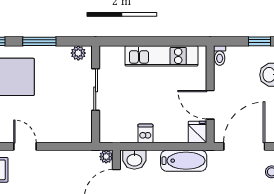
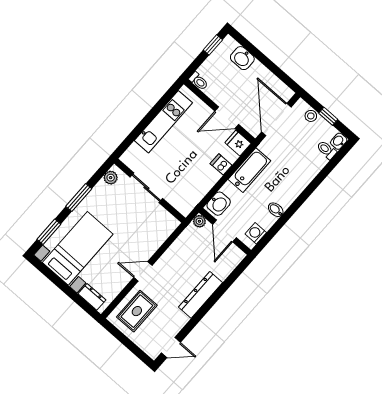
dishwasher: (145, 133) -> (221, 164), moved

